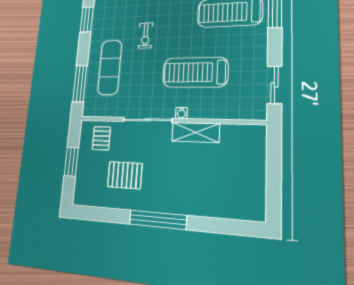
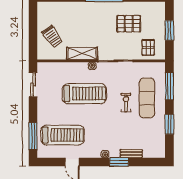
window: (87, 20) -> (169, 124), moved
exercise bike: (145, 35) -> (126, 102), moved
trolley: (242, 161) -> (52, 37), added

